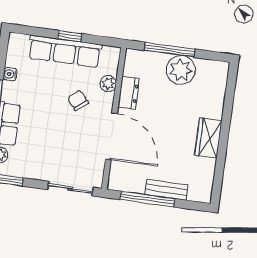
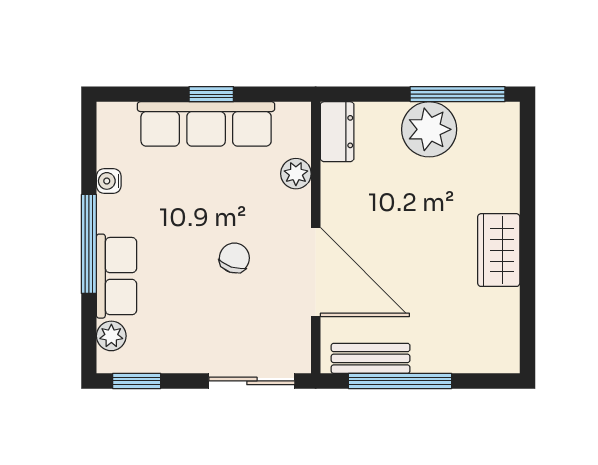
window: (170, 50) -> (458, 94), moved
dresser: (129, 93) -> (337, 132), moved
chair: (78, 100) -> (234, 258), moved, turned 58
bench: (166, 190) -> (371, 358), moved

